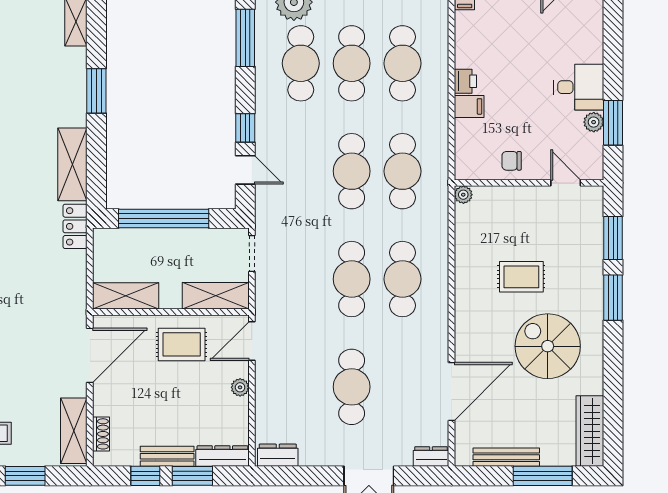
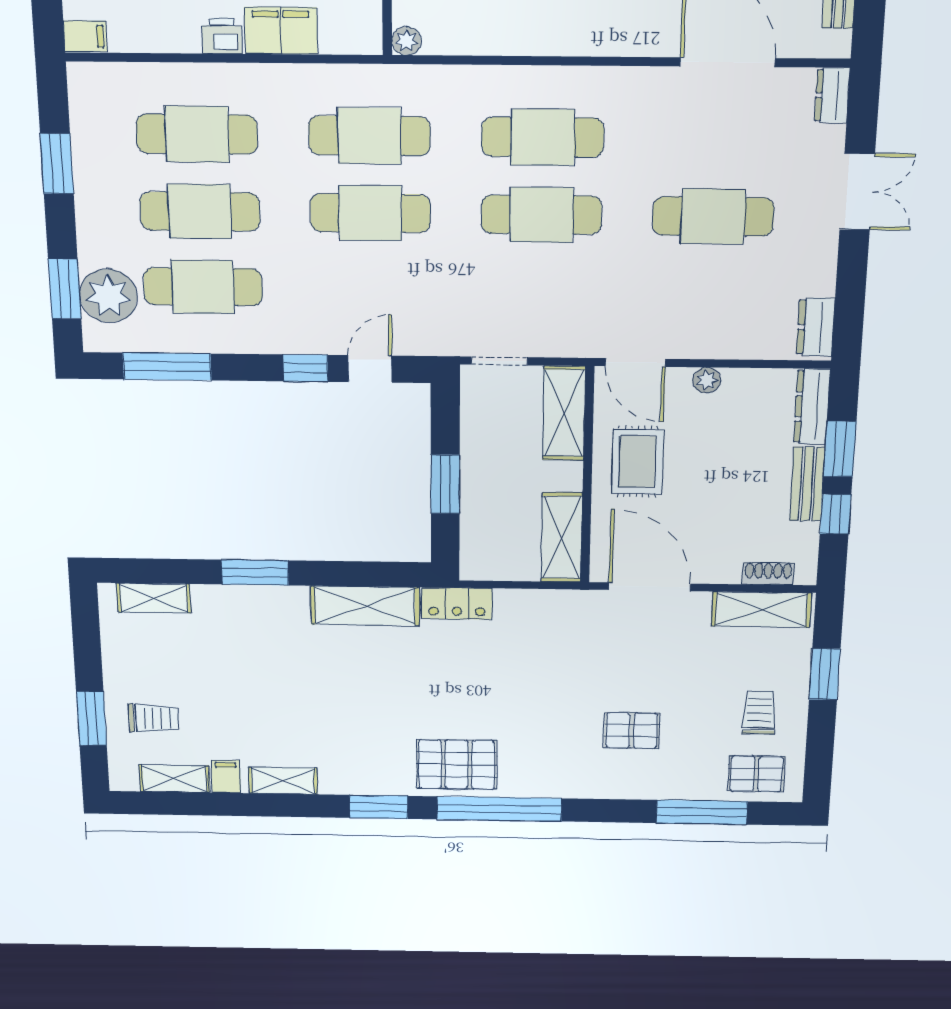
filing cabinet: (469, 106) -> (281, 31), width x2.00
window: (164, 219) -> (445, 484), width x0.47

